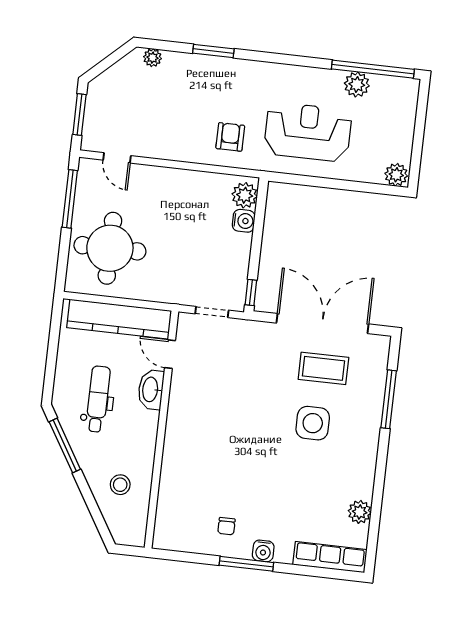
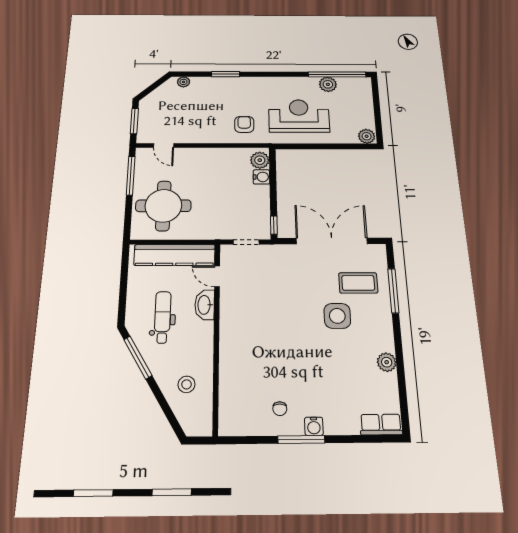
coffee table: (323, 368) -> (358, 283), moved
plant: (360, 512) -> (387, 362), moved
row of seats: (330, 557) -> (381, 425), width x0.68

